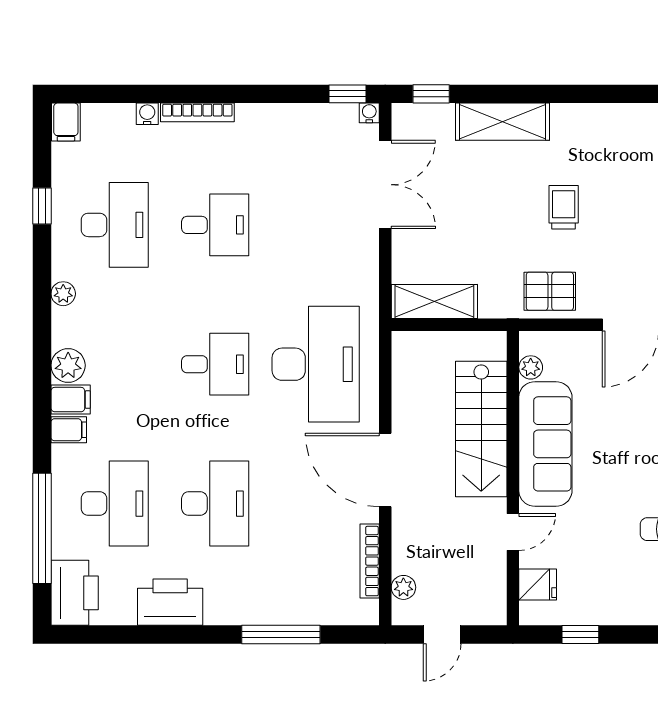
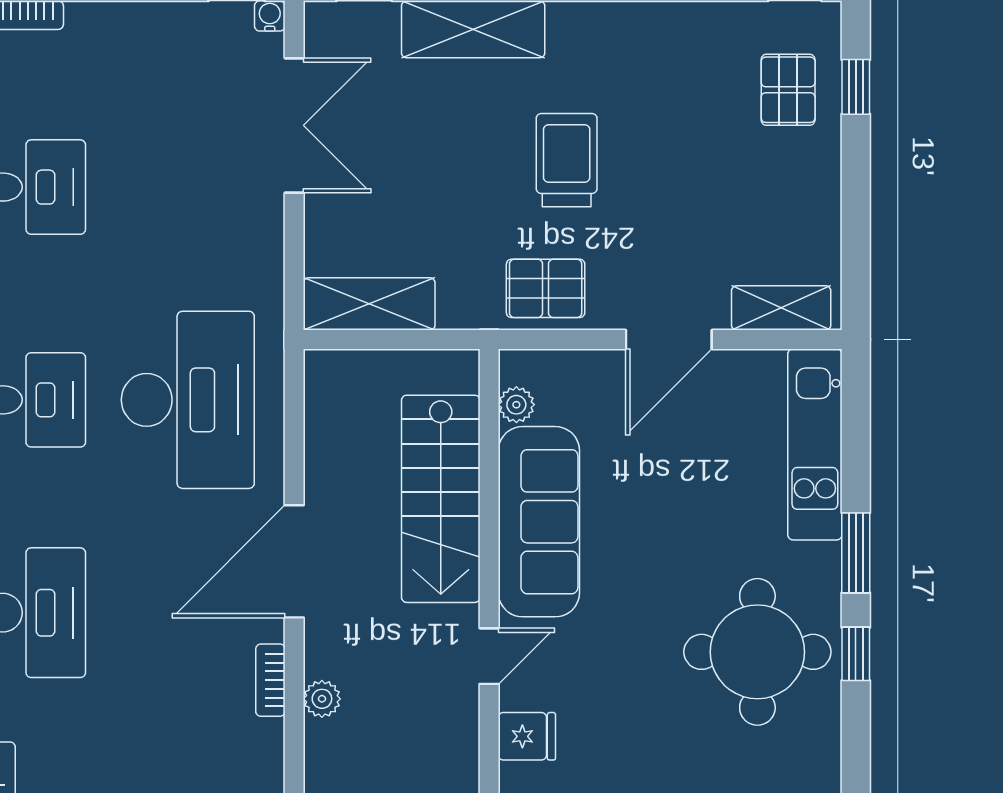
trolley: (564, 207) -> (567, 160), width x1.36, depth x1.39
door: (385, 470) -> (294, 561), hinge flipped
bookcase: (370, 561) -> (270, 680), width x0.64
plant: (403, 587) -> (322, 699), moved

